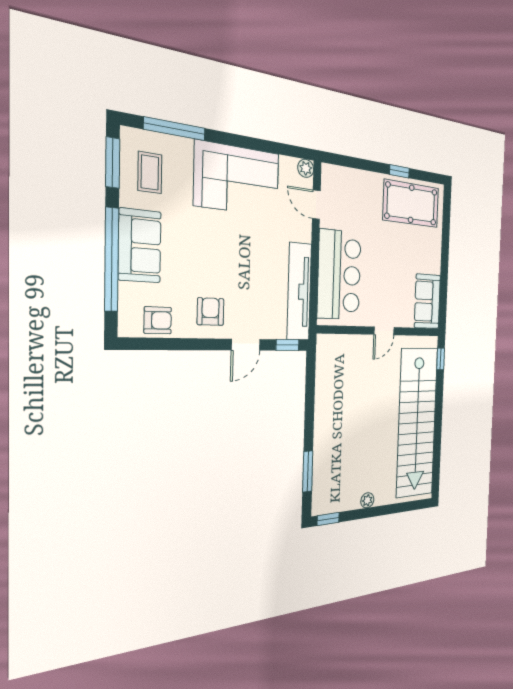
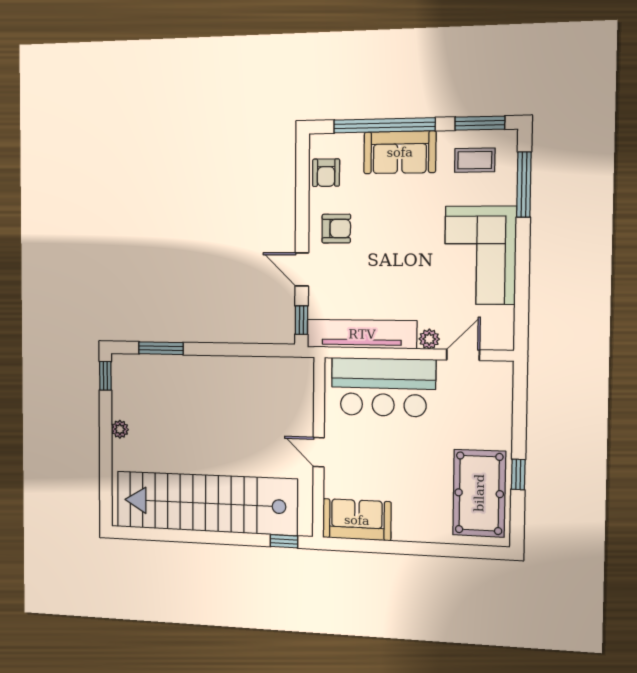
plant: (306, 168) -> (429, 339), moved

